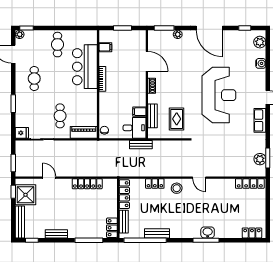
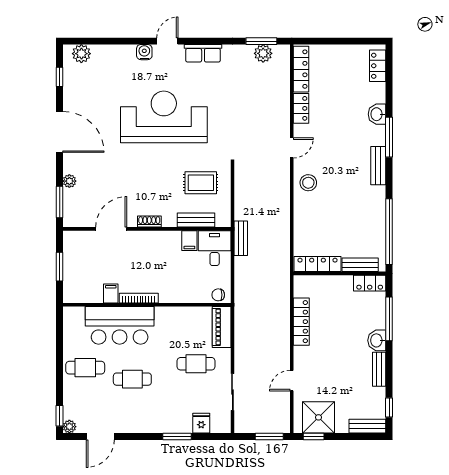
door: (209, 28) -> (60, 132), hinge flipped
filing cabinet: (105, 47) -> (111, 293), moved
water cooler: (261, 63) -> (144, 52), moved
cafe table: (34, 78) -> (132, 379), moved
fridge: (22, 133) -> (201, 423), moved
locker: (155, 184) -> (301, 108), moved
bench: (20, 222) -> (367, 426), width x0.73
washbasin: (75, 232) -> (377, 340), added
washbasin: (208, 232) -> (377, 114), moved
bench: (157, 233) -> (378, 166), moved

